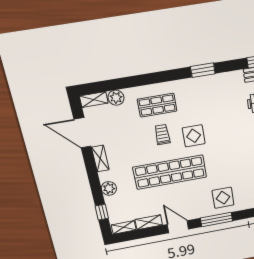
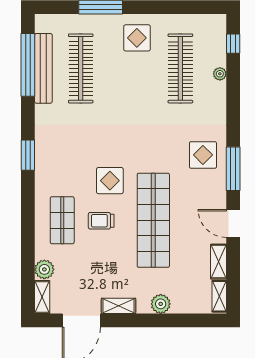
window: (102, 212) -> (192, 320), removed
door: (178, 227) -> (233, 224), hinge flipped

